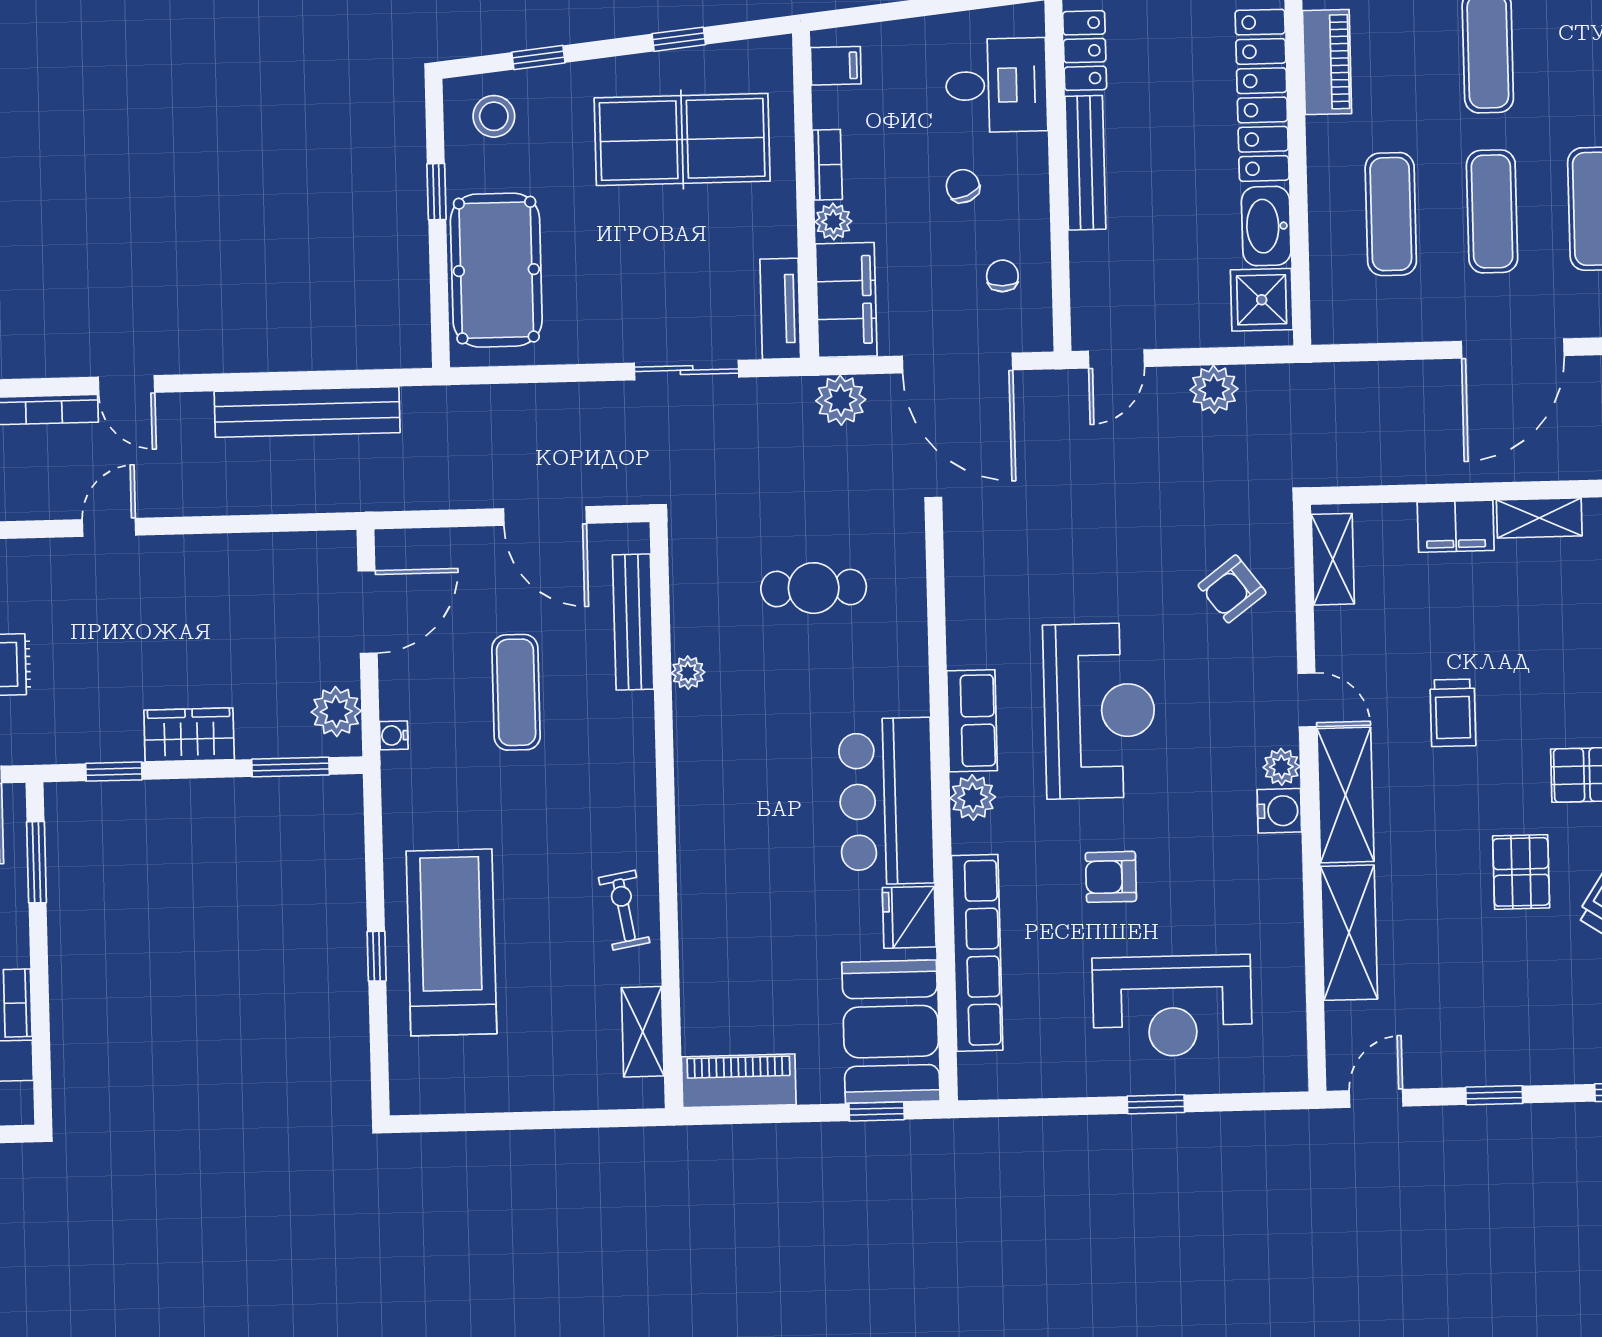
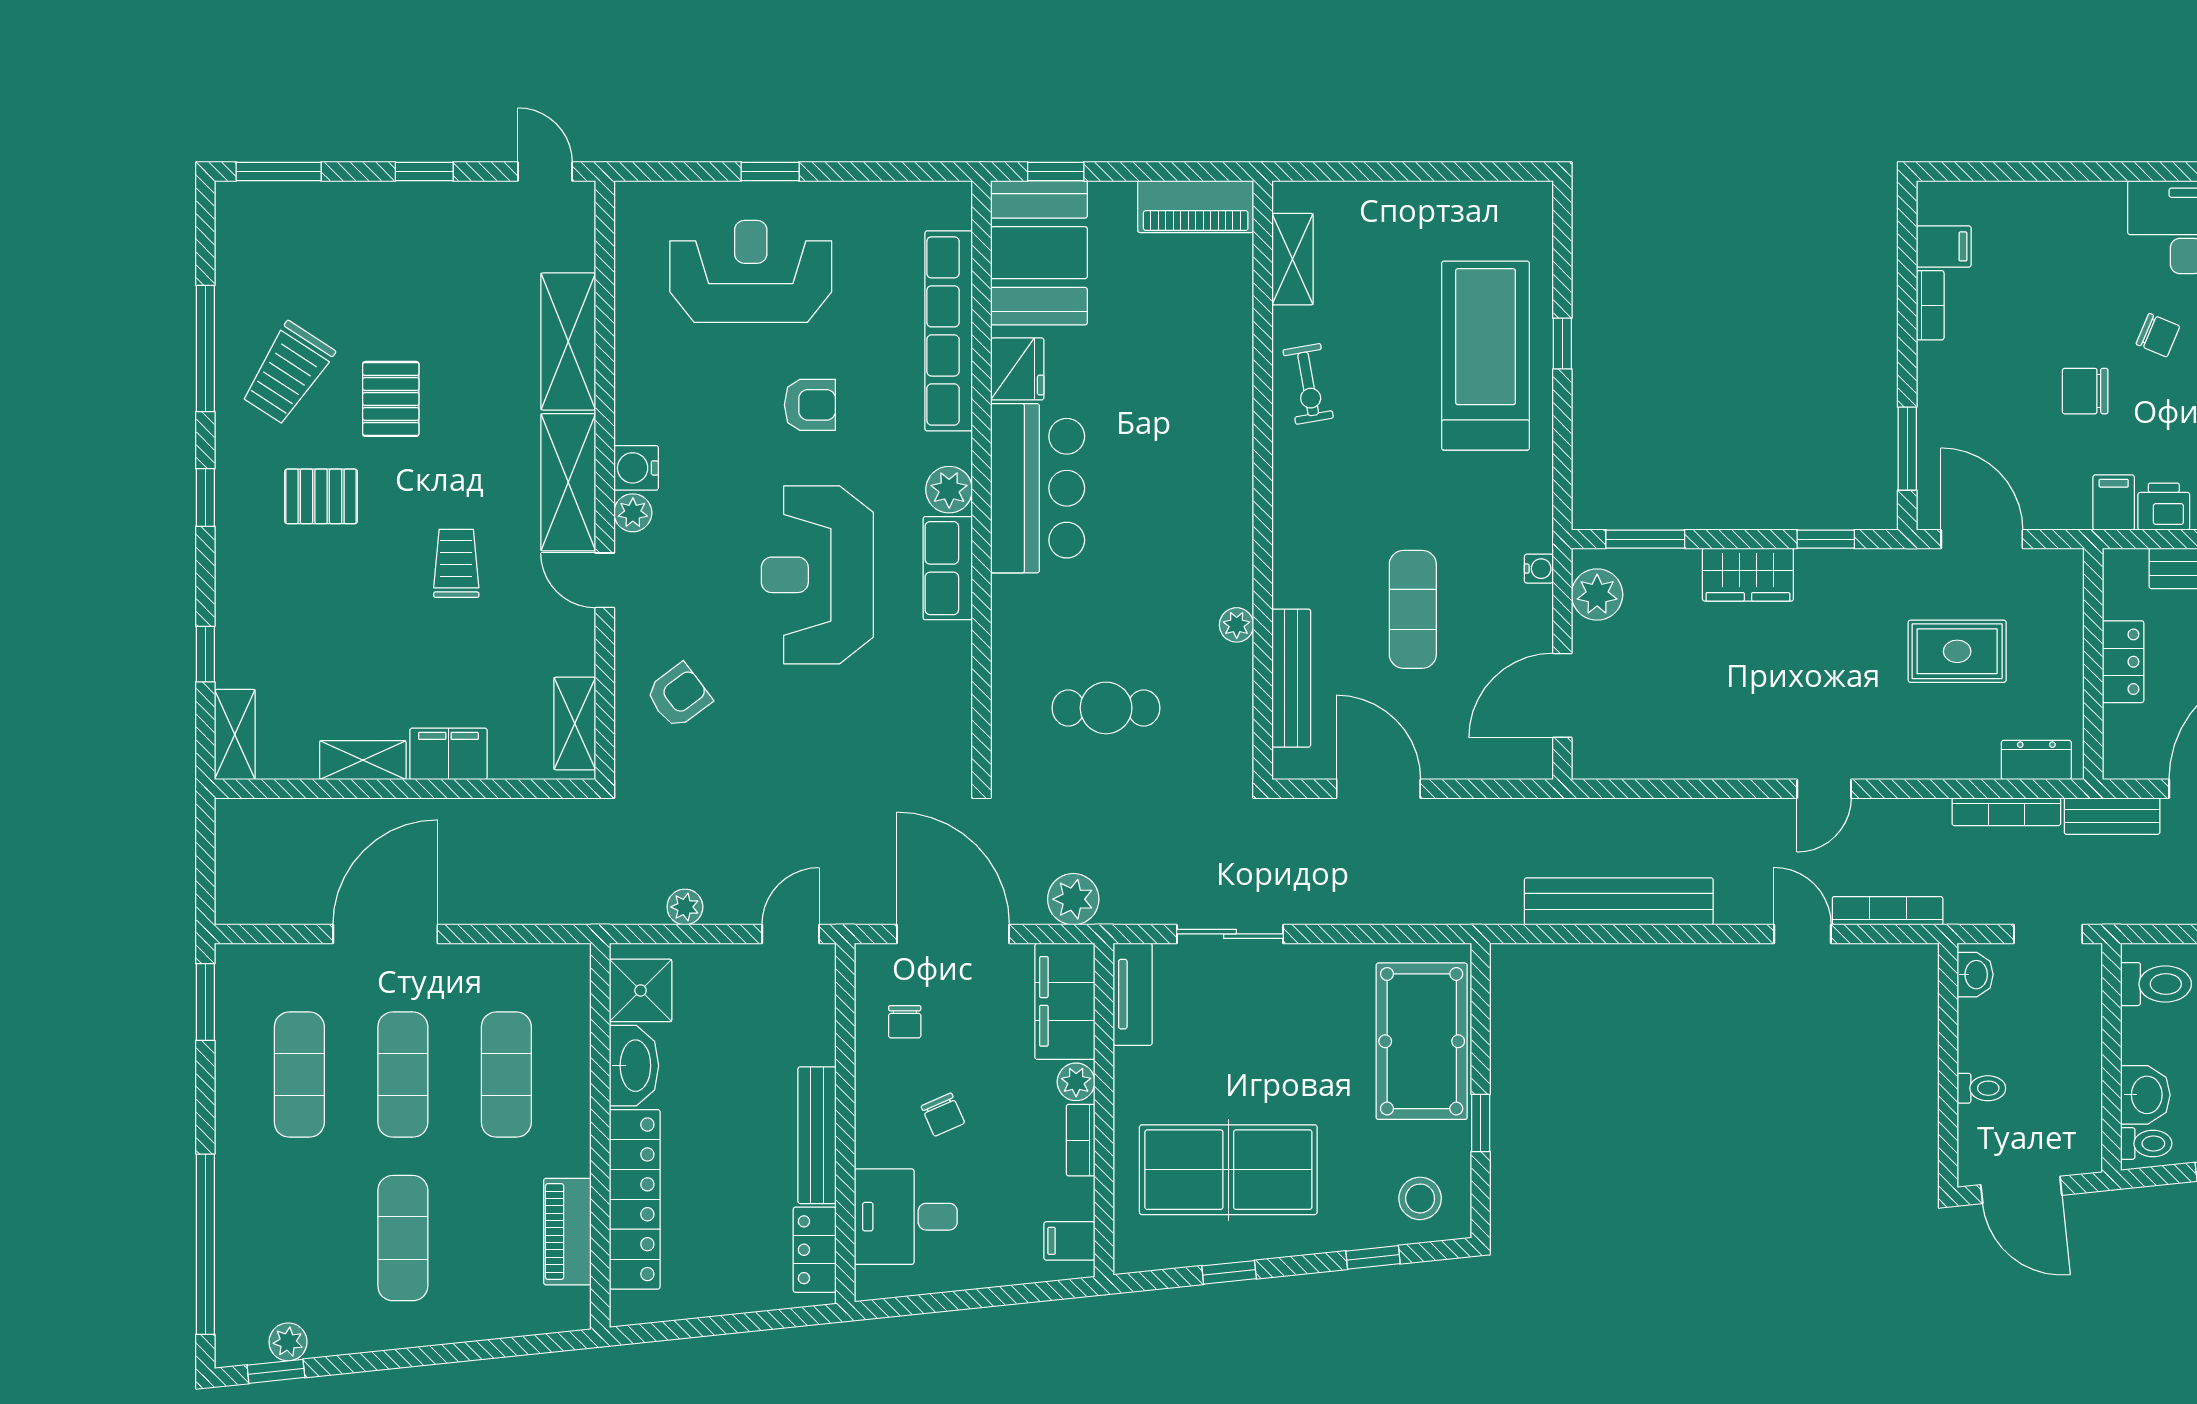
plant: (1214, 389) -> (685, 907), width x0.73, depth x0.73
treadmill: (451, 942) -> (1486, 356), turned 180
door: (1376, 1098) -> (545, 172), swing flipped

